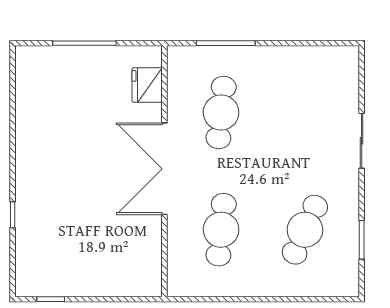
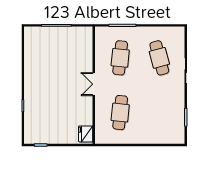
fridge: (147, 85) -> (86, 134), moved
double door: (164, 169) -> (94, 84), width x0.54
cafe table: (305, 230) -> (159, 58), moved, turned -39

